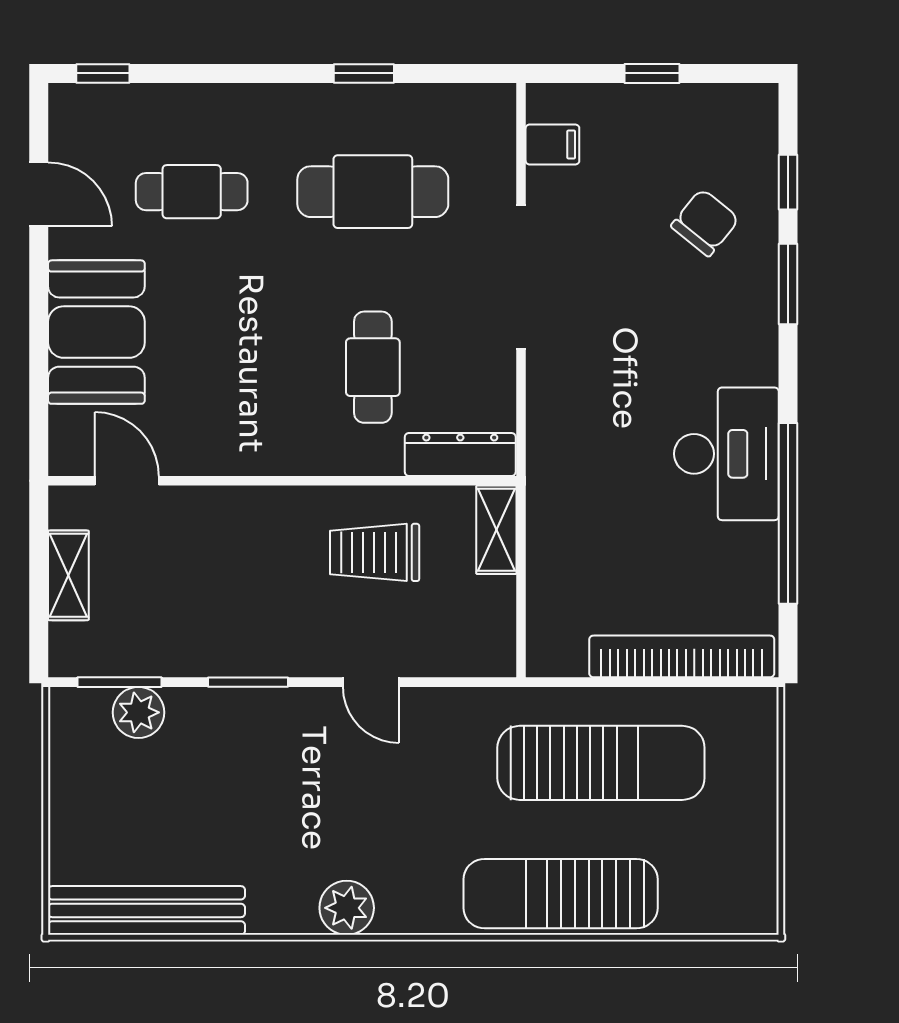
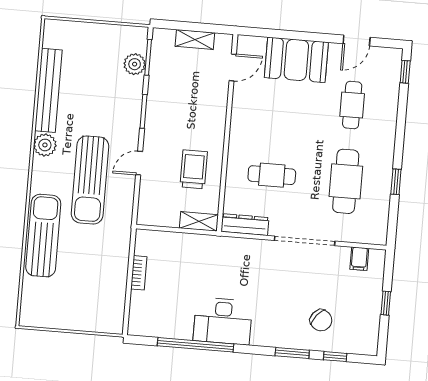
dresser: (460, 454) -> (245, 225), moved, turned -90
bookcase: (682, 656) -> (139, 273), width x0.43, depth x0.76
sun lounger: (601, 763) -> (90, 180), moved
bench: (147, 910) -> (48, 90), moved

